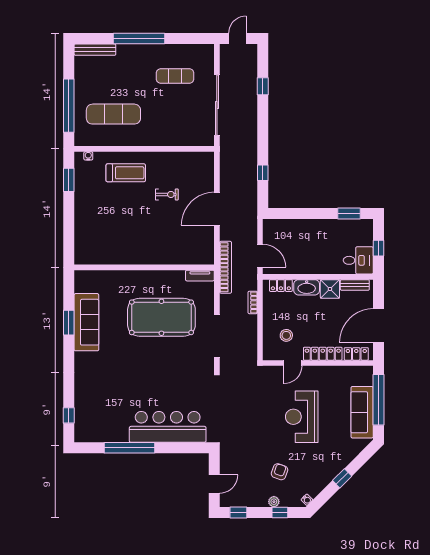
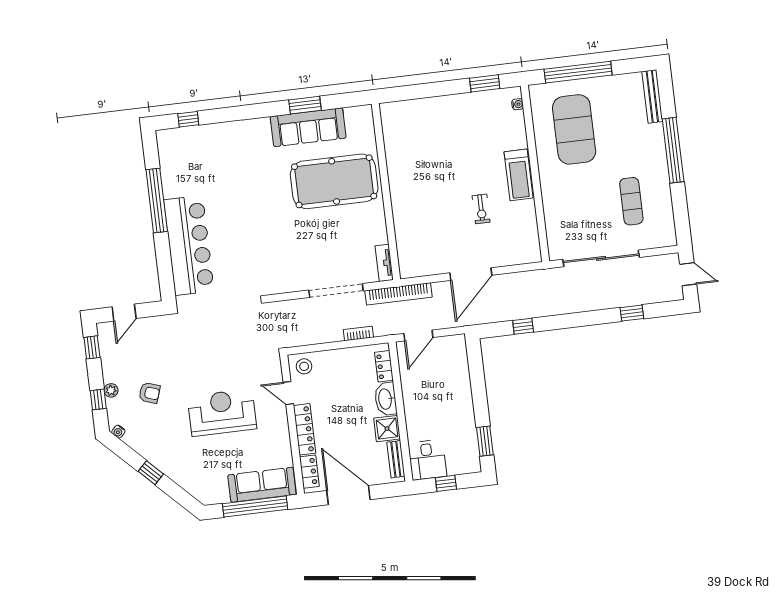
exercise mat: (113, 114) -> (574, 129), width x1.47
treadmill: (126, 173) -> (519, 175), moved
door: (217, 209) -> (471, 274), swing flipped
pool table: (161, 317) -> (334, 181), moved, turned 90
stool: (286, 335) -> (304, 366), moved
doorway: (217, 336) -> (336, 290), moved
sofa: (362, 412) -> (262, 485), moved
door: (214, 484) -> (124, 313), hinge flipped

